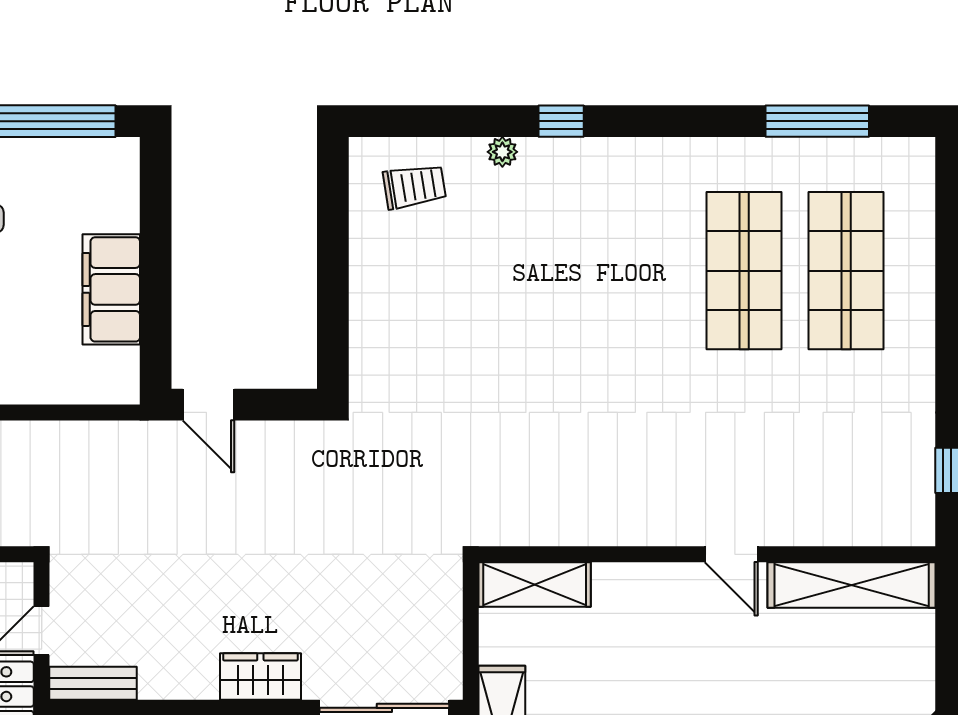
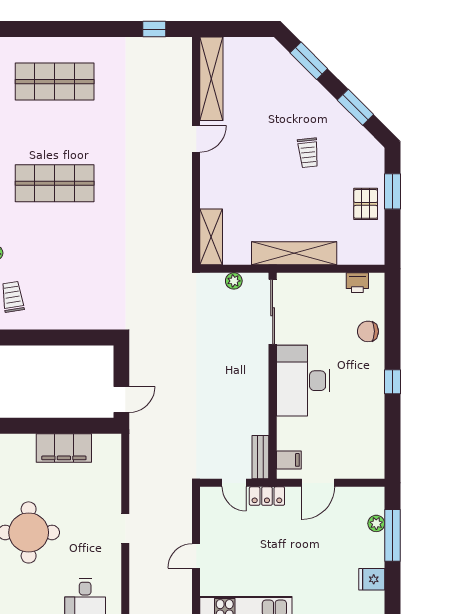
shop shelf: (744, 271) -> (55, 183), moved
plant: (446, 630) -> (234, 281), added
wardrobe: (260, 677) -> (257, 374), removed

